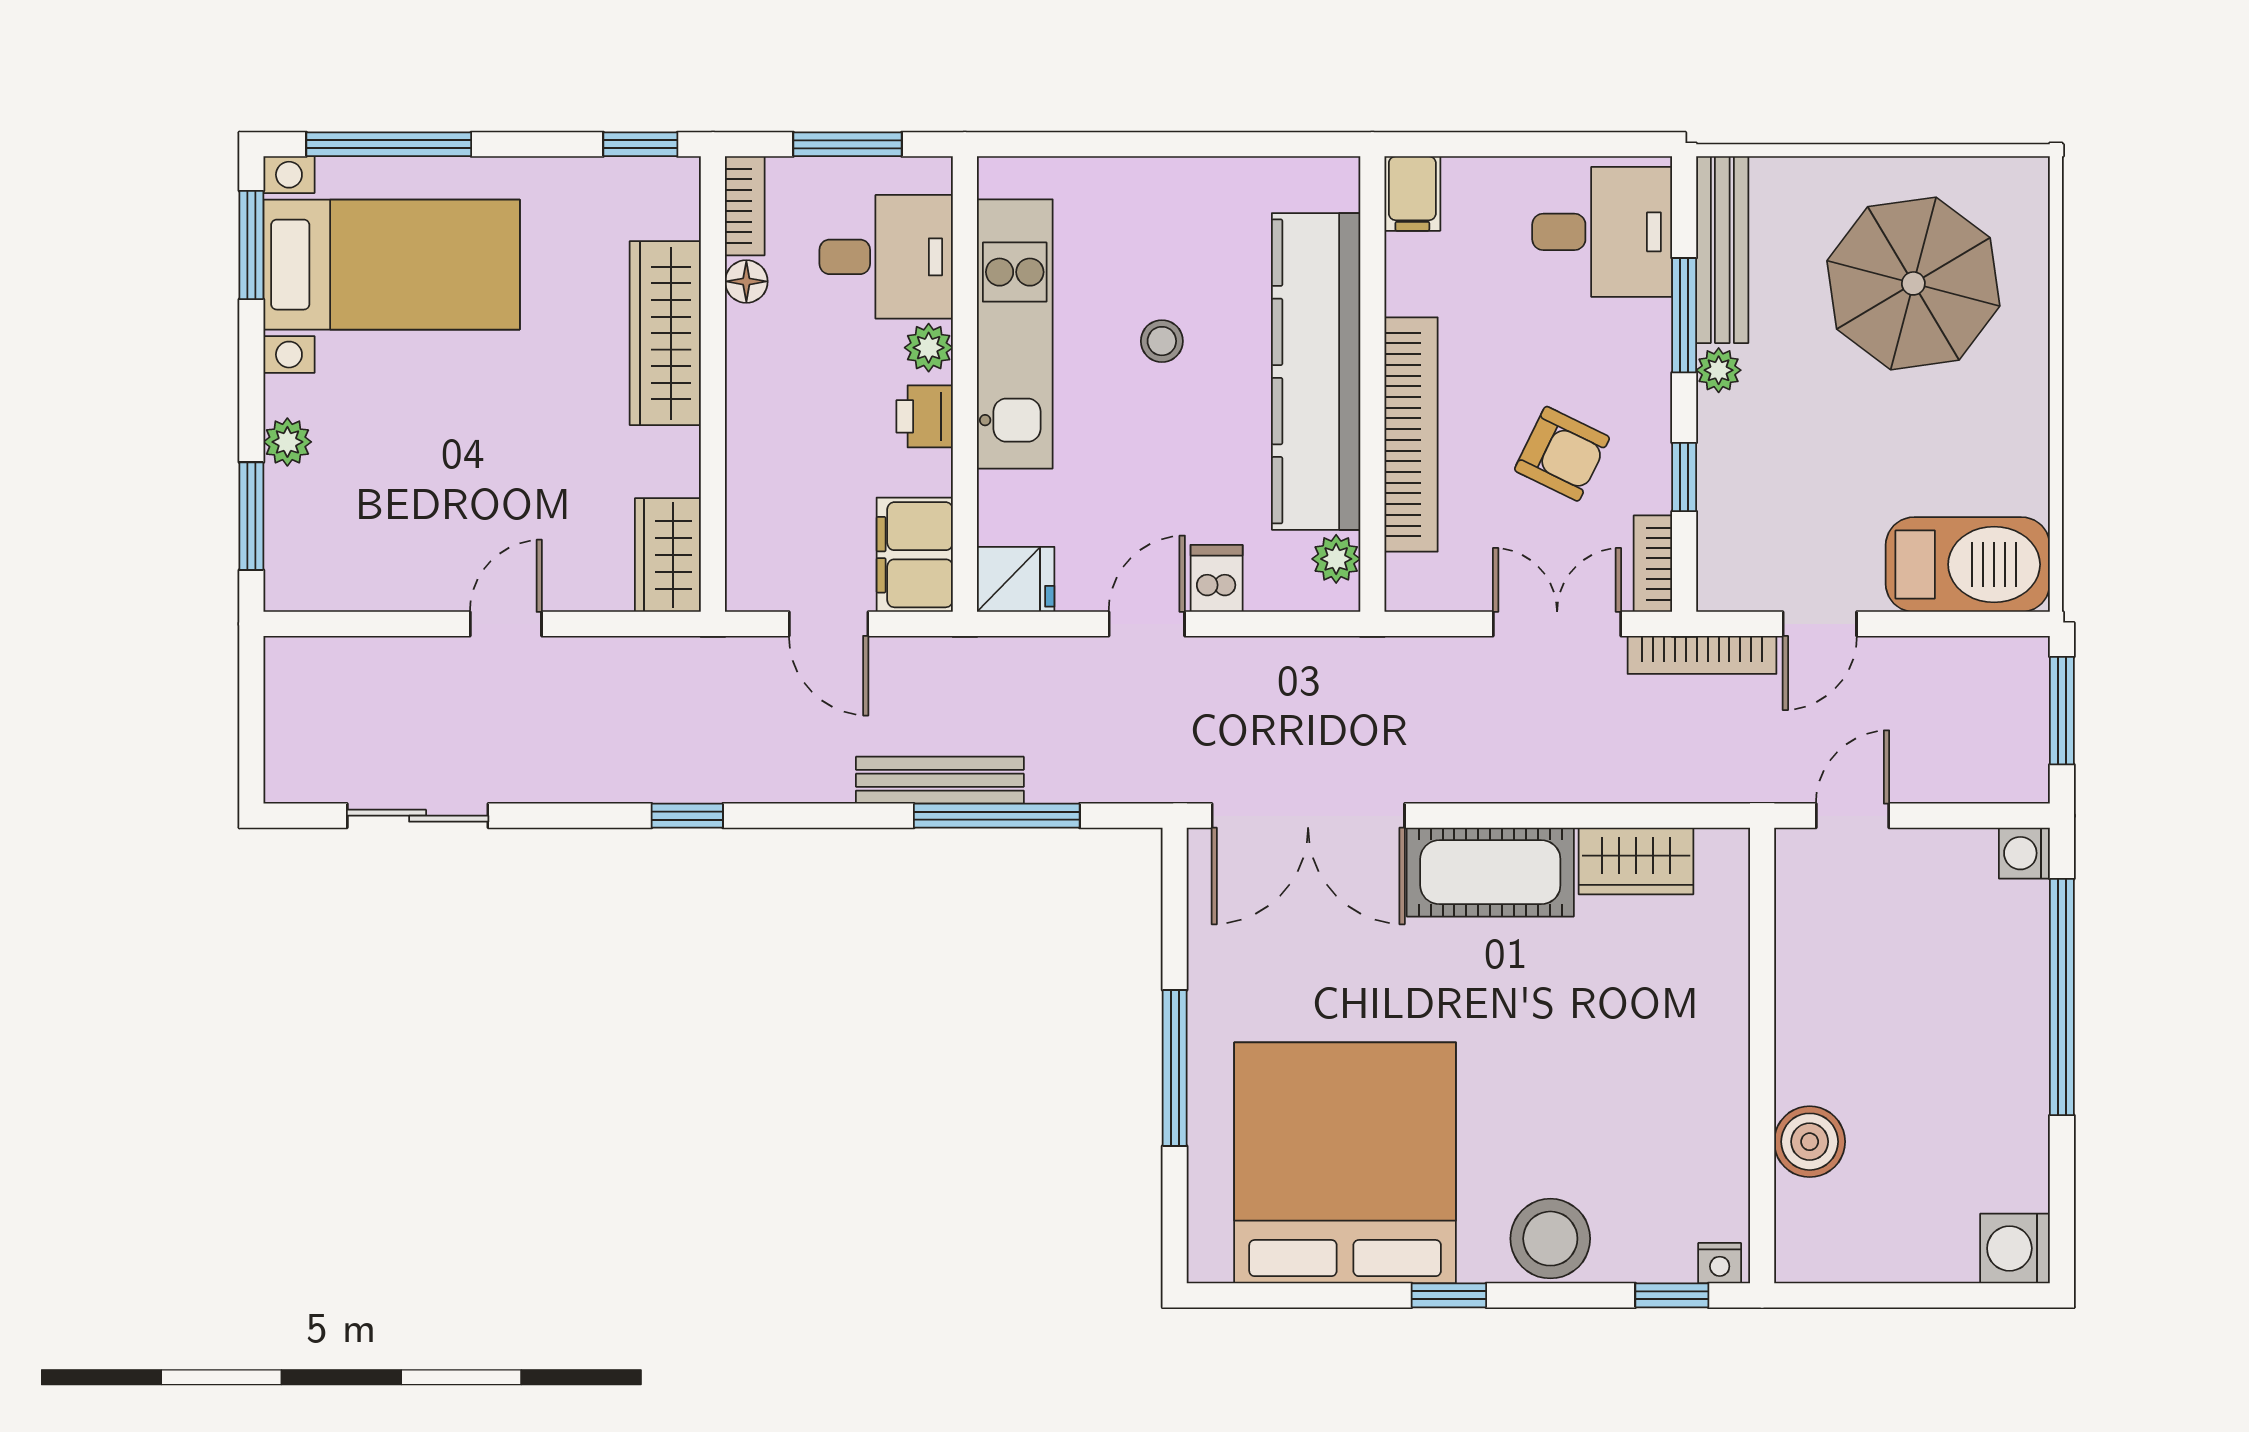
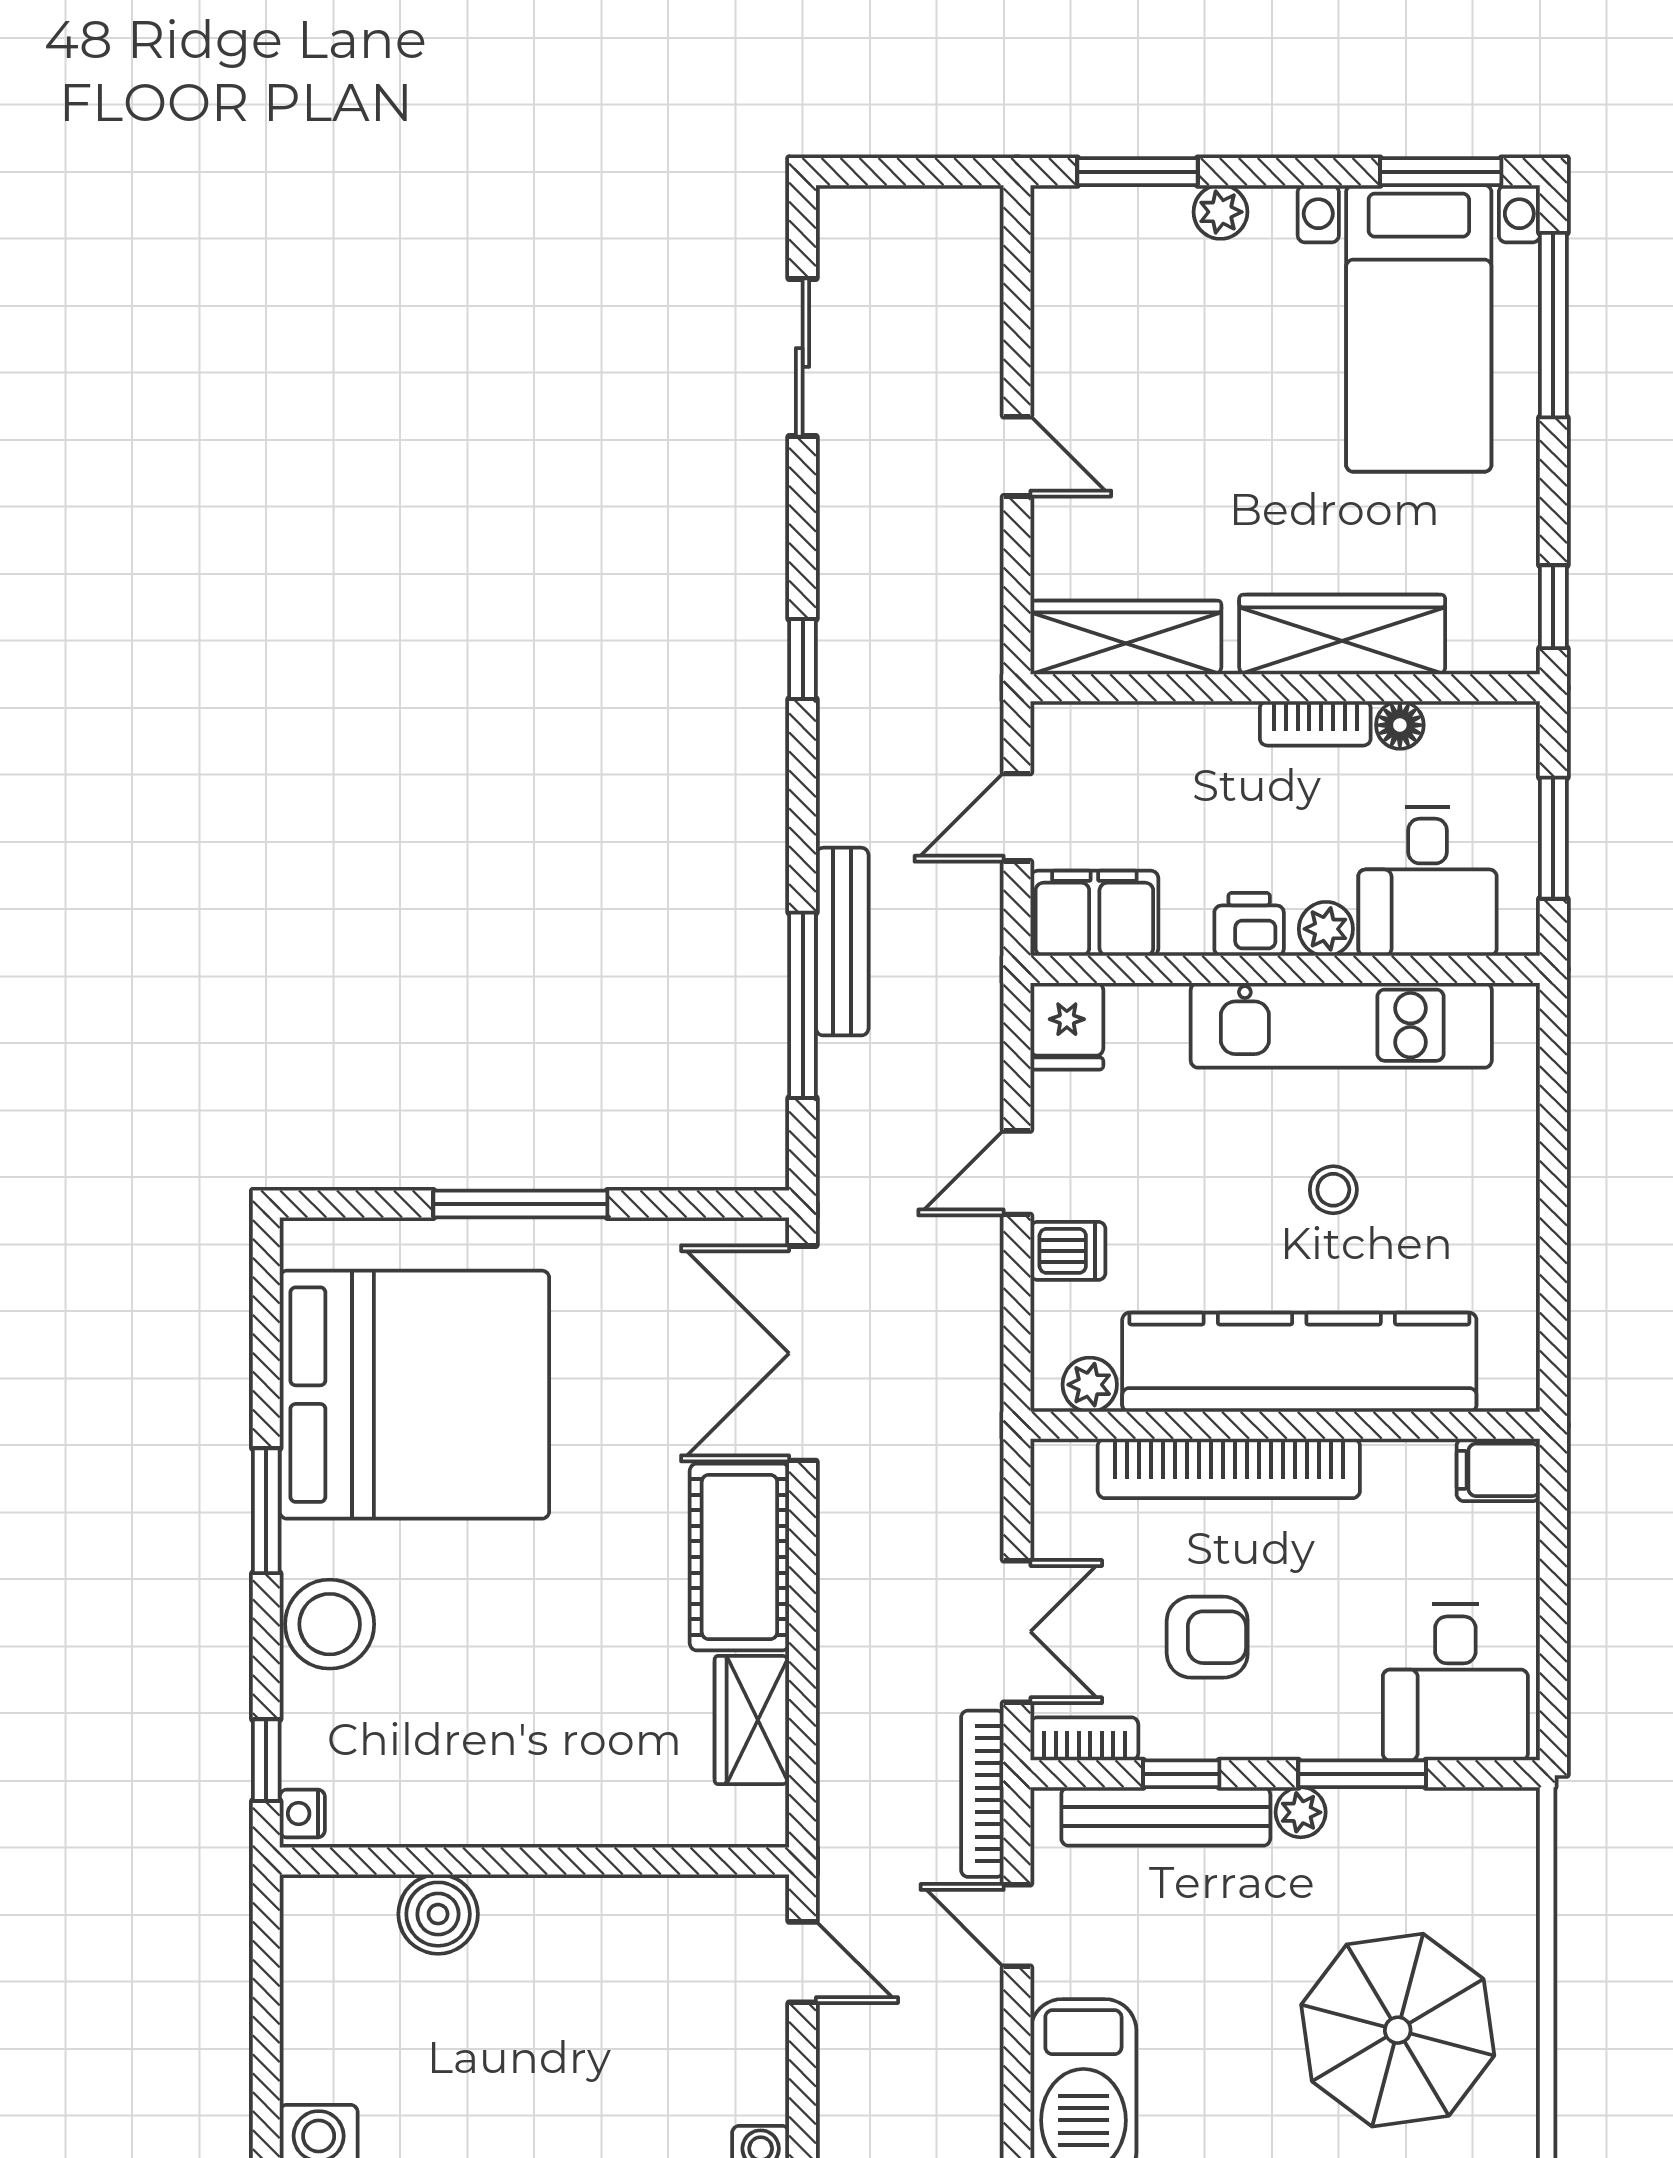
bookcase: (745, 206) -> (1315, 723), moved
bench: (1722, 250) -> (1166, 1816), moved
armchair: (1562, 454) -> (1207, 1637), turned -116
wardrobe: (668, 555) -> (1126, 637), width x1.50
door: (1147, 624) -> (1017, 1173), swing flipped
window: (1449, 1295) -> (266, 1511), width x1.50

